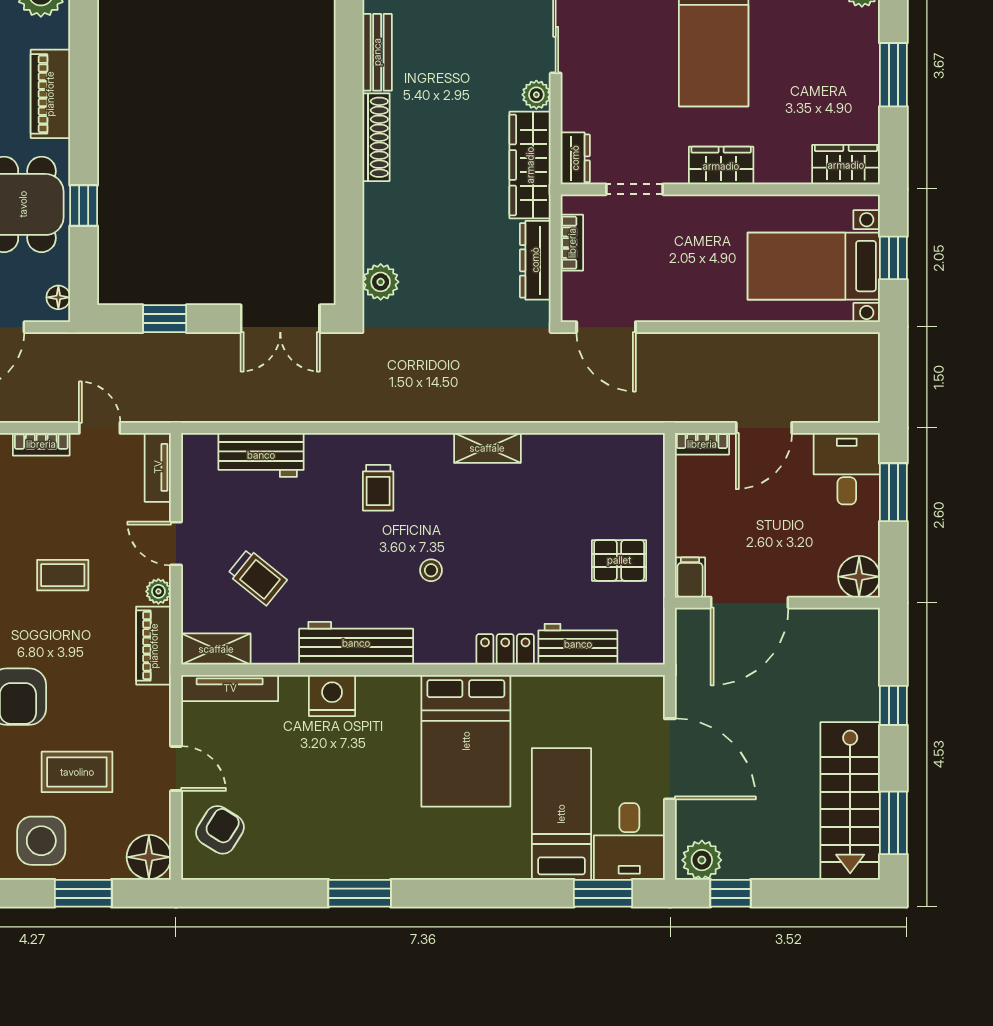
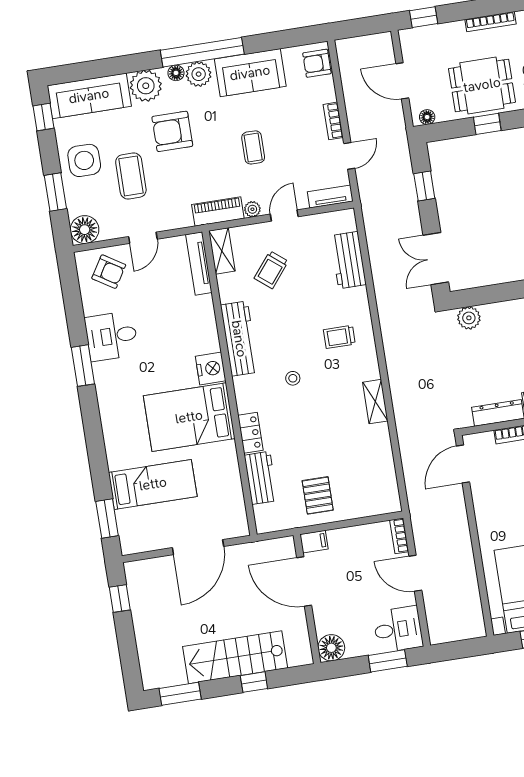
nightstand: (332, 695) -> (211, 368), moved
stairs: (850, 801) -> (235, 657), moved
desk: (629, 841) -> (112, 336), moved
plant: (702, 860) -> (138, 577), removed

